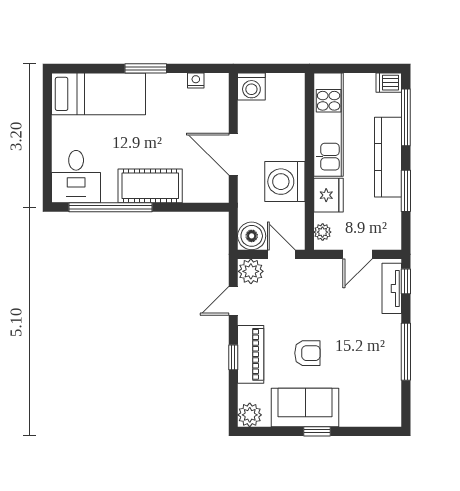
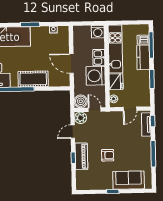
dishwasher: (389, 83) -> (143, 40), moved
washing machine: (251, 86) -> (98, 32), moved
kitchen sink: (292, 142) -> (99, 57), added
kitchen counter: (388, 157) -> (143, 57), width x0.67
sofa: (305, 407) -> (129, 180), moved
plant: (250, 415) -> (81, 184), removed

